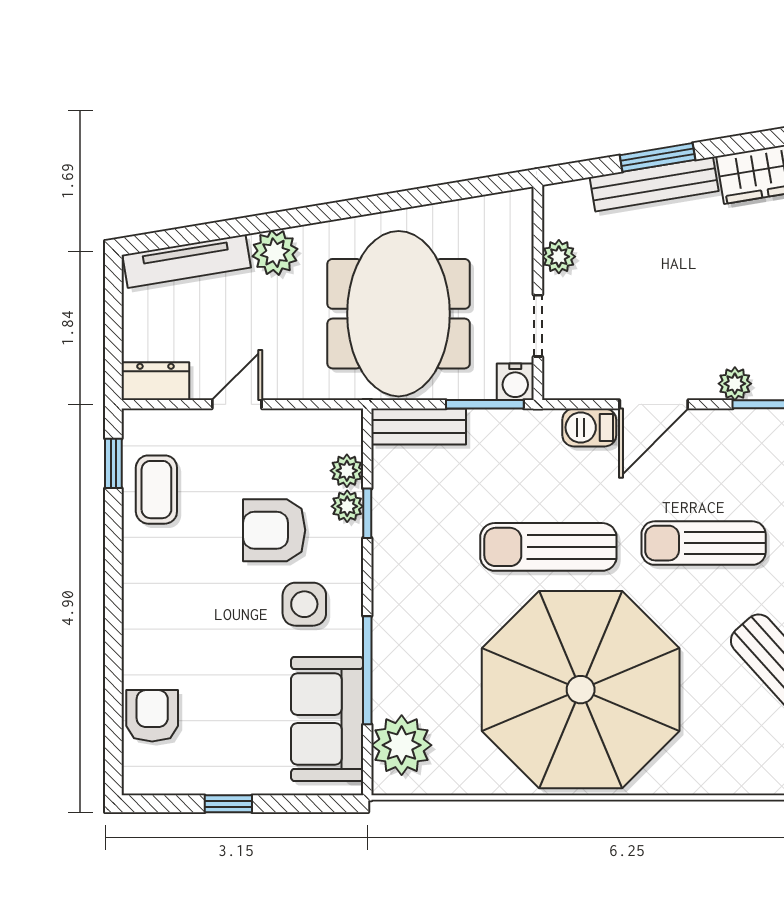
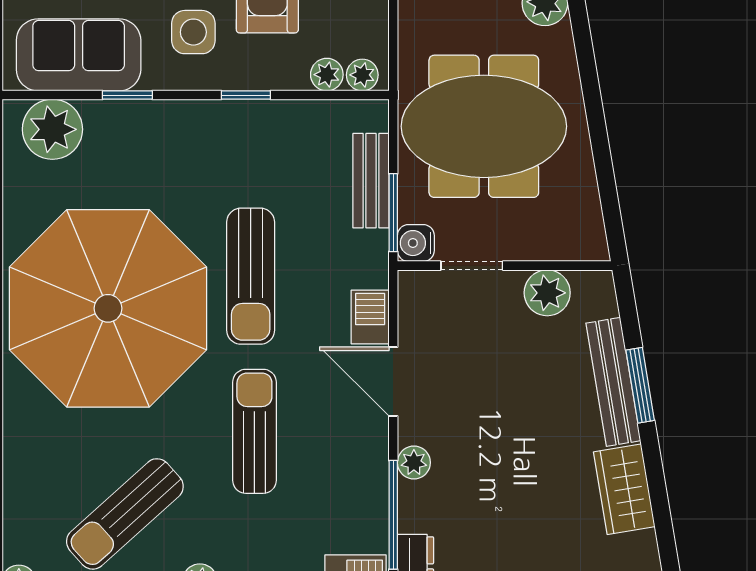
plant: (559, 257) -> (547, 293), width x1.38, depth x1.38
bench: (419, 427) -> (371, 181), moved
plant: (347, 506) -> (362, 75), moved
window: (367, 513) -> (246, 95), moved
sun lounger: (548, 547) -> (251, 276), turned 180
window: (367, 670) -> (127, 95), width x0.46

